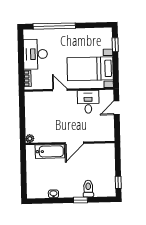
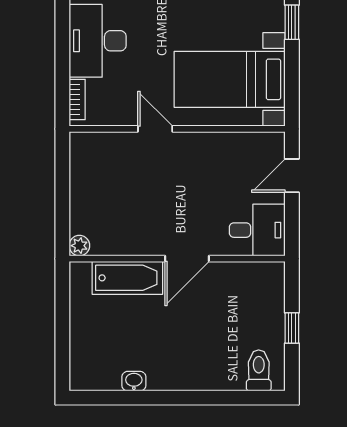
desk: (88, 102) -> (257, 230), moved, turned 90
window: (118, 182) -> (292, 328), moved
toilet: (88, 189) -> (259, 370), moved
window: (80, 200) -> (199, 398), removed

